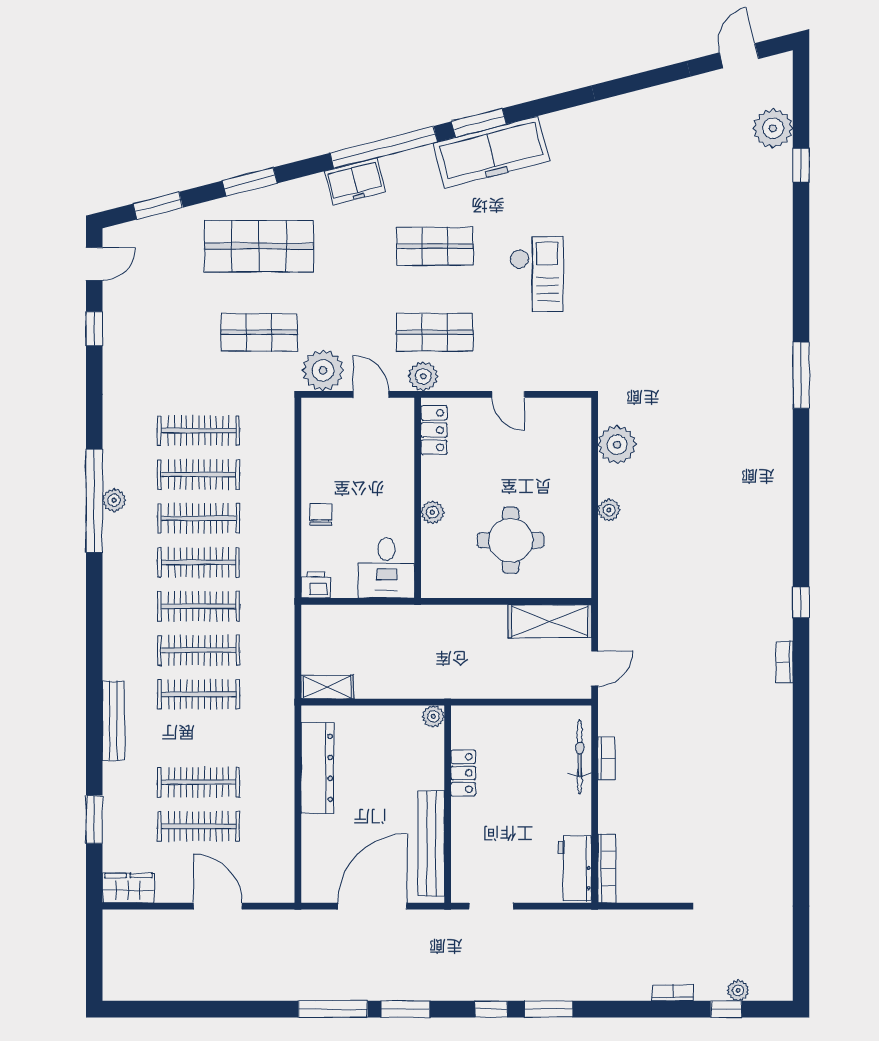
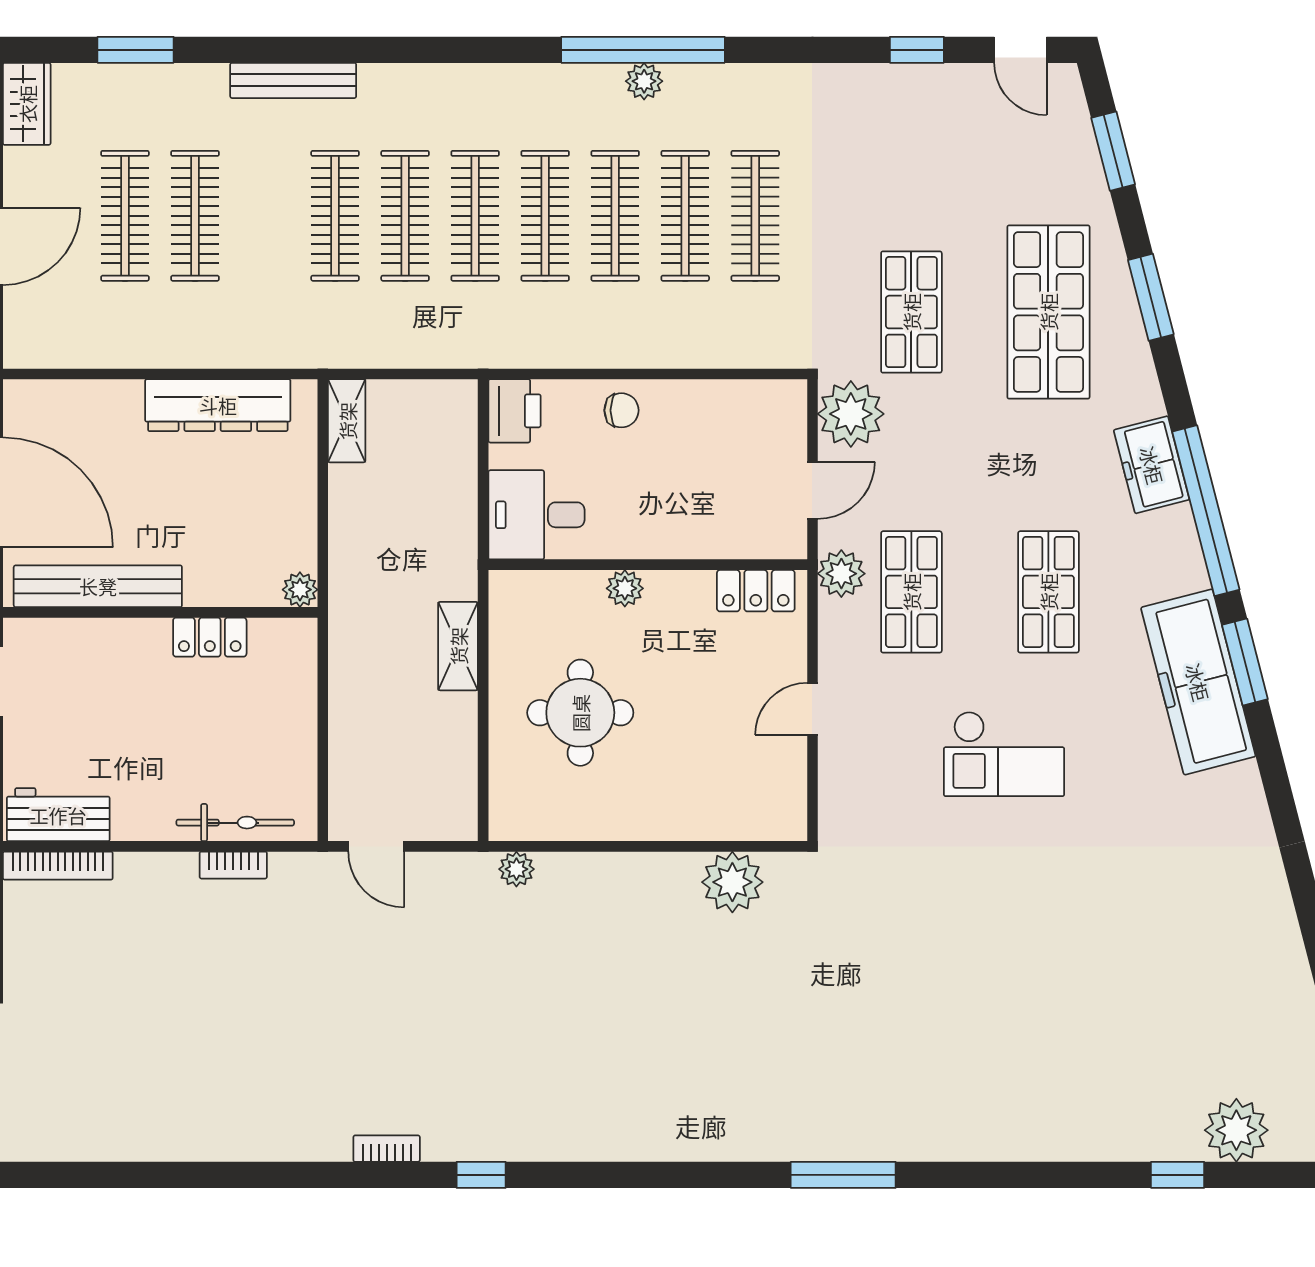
plant: (609, 510) -> (516, 869), moved
printer: (316, 585) -> (514, 411), width x1.36, depth x1.24
shelving: (550, 621) -> (458, 646), moved, width x0.67, depth x0.75

